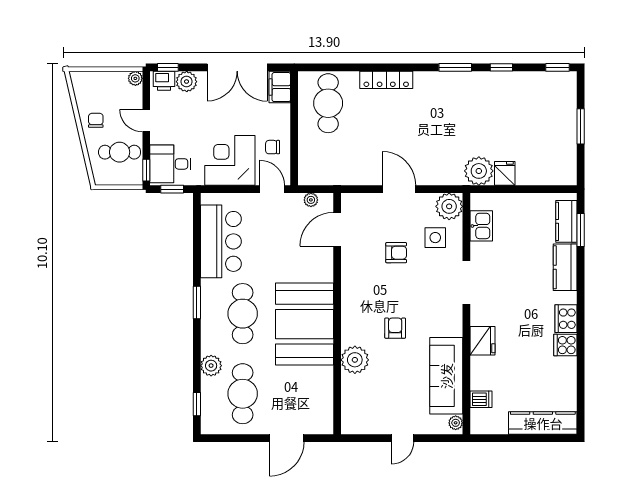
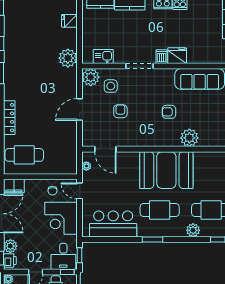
fridge: (505, 173) -> (69, 21), moved
door: (272, 189) -> (80, 191), hinge flipped
dishwasher: (481, 399) -> (162, 57), moved

